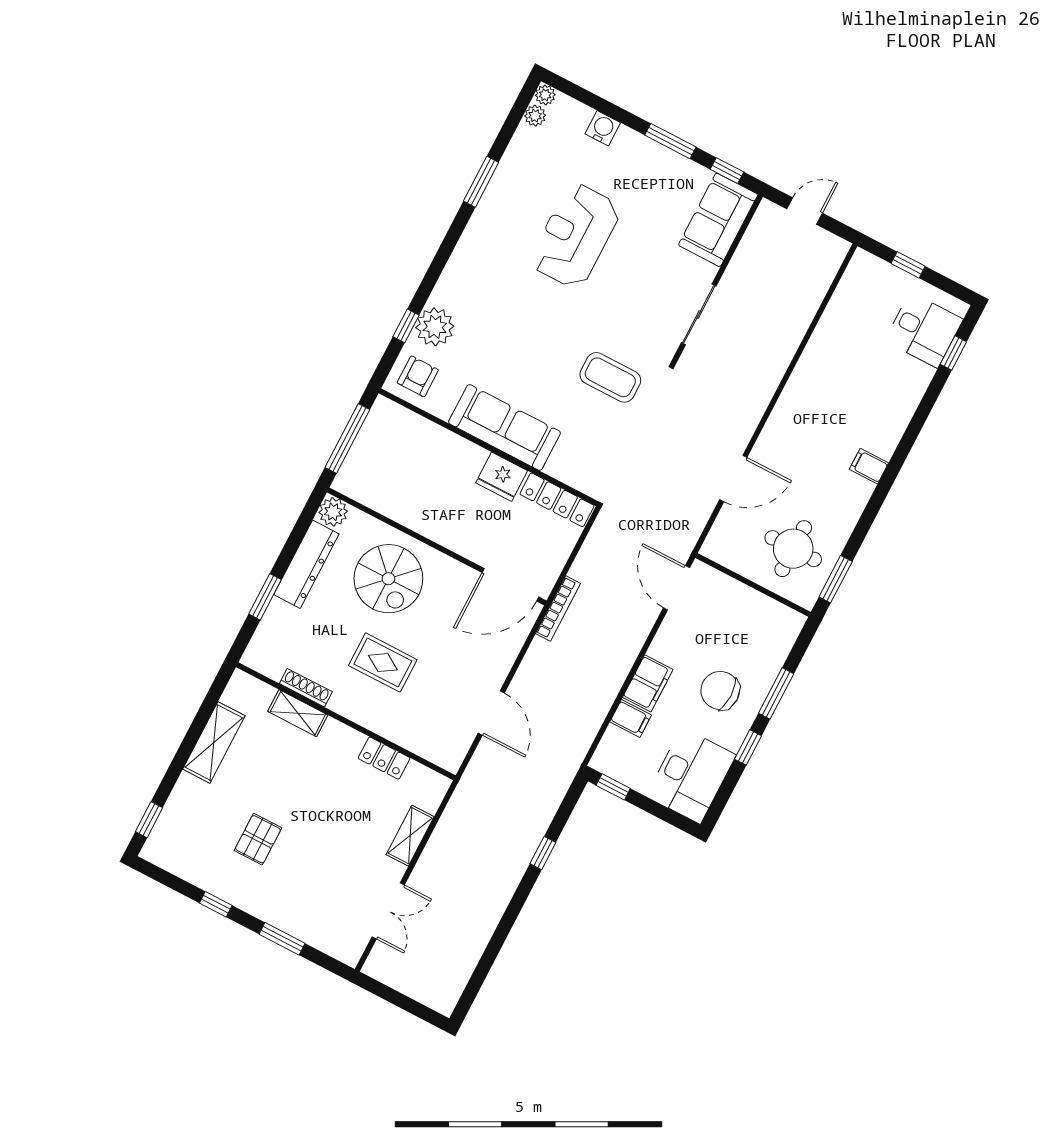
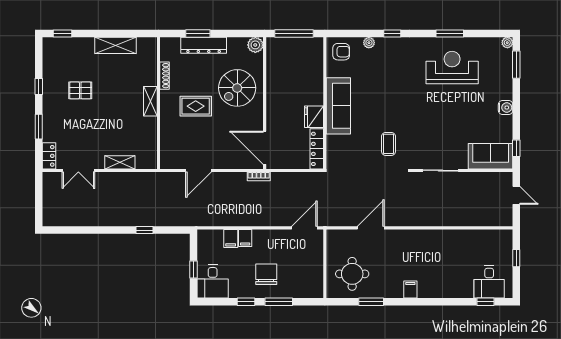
plant: (535, 116) -> (495, 43), removed
water cooler: (603, 128) -> (506, 108), moved
window: (670, 141) -> (516, 65), moved
reception desk: (575, 236) -> (452, 68), moved
window: (406, 326) -> (392, 33), moved
plant: (435, 327) -> (369, 43), width x0.53, depth x0.53
coffee table: (610, 377) -> (388, 144), width x0.73, depth x0.77
door: (733, 479) -> (371, 228), swing flipped
dresser: (306, 564) -> (204, 45), moved
window: (836, 579) -> (371, 302), moved
bookcase: (558, 609) -> (259, 176), width x0.64
rug: (383, 663) -> (196, 106), turned 90
filing cabinet: (648, 683) -> (245, 238), width x0.50
shelving: (298, 713) -> (150, 101), moved
locker: (384, 758) -> (49, 156), moved, turned 180
desk: (691, 775) -> (213, 281), width x0.73
window: (613, 787) -> (194, 270), moved

